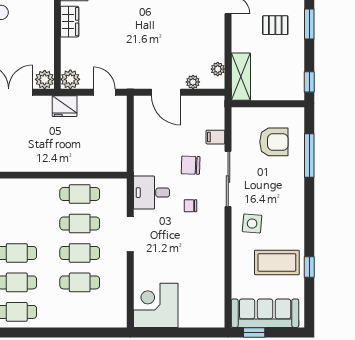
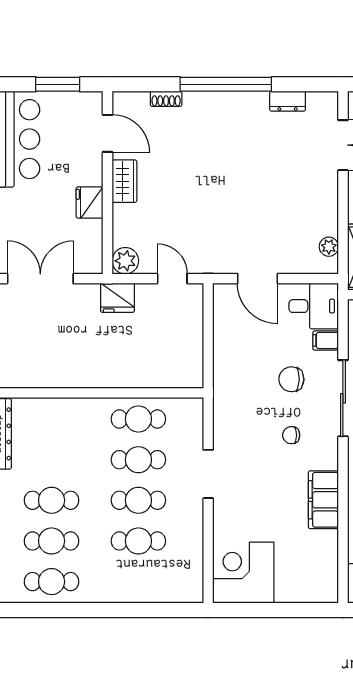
fridge: (44, 37) -> (90, 202), added
plant: (45, 79) -> (90, 261), removed
plant: (193, 82) -> (295, 264), removed
desk: (151, 193) -> (314, 306), moved, turned 180
filing cabinet: (214, 253) -> (323, 500), added

